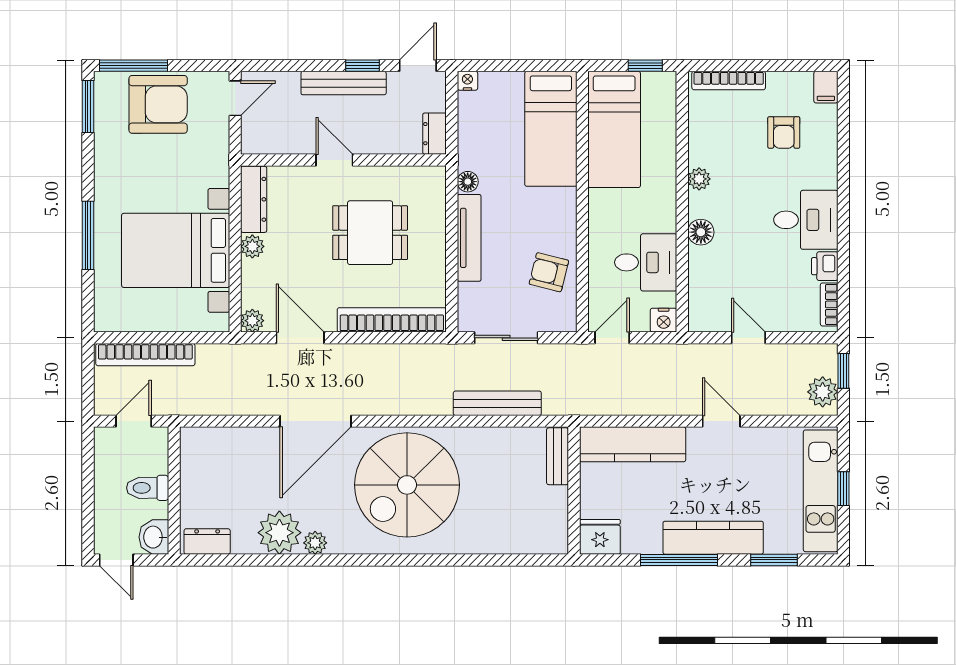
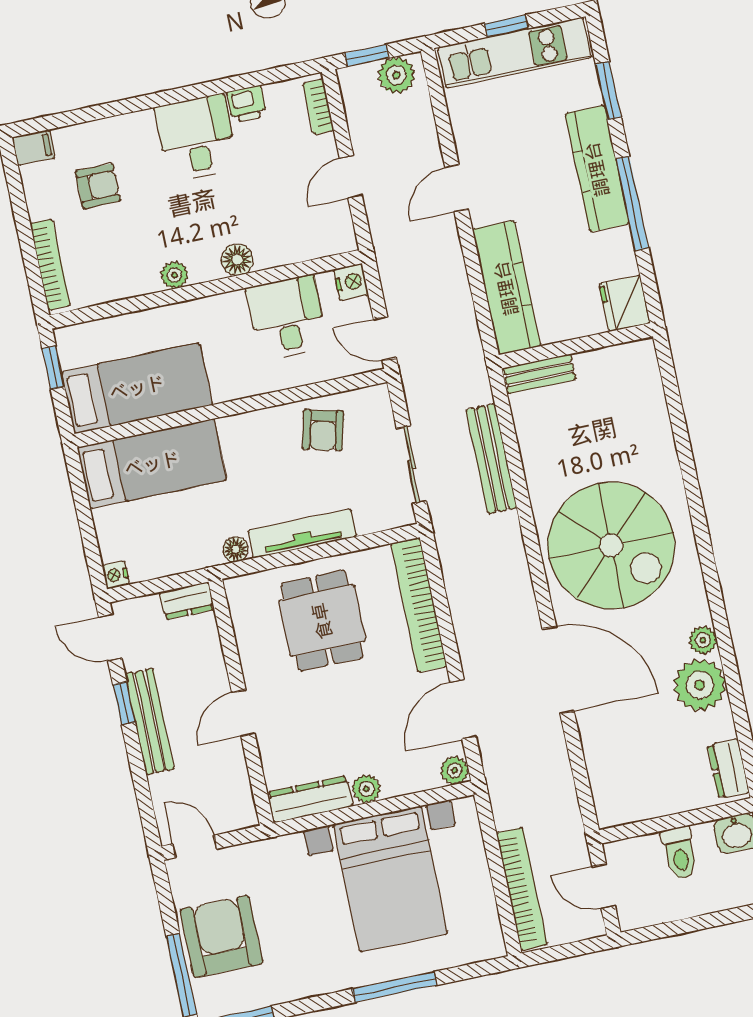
dining table: (370, 233) -> (322, 621), moved
bookcase: (829, 304) -> (318, 107), moved, turned 90

